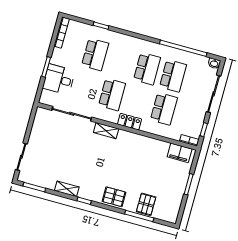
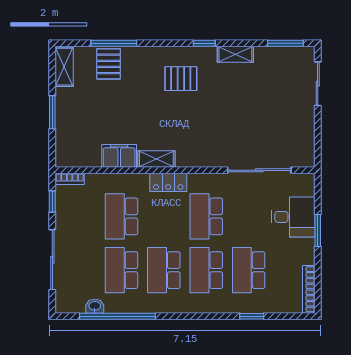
school desk: (121, 62) -> (206, 270), added
washbasin: (214, 63) -> (95, 306), moved
shelving: (106, 131) -> (156, 159), moved
filing cabinet: (180, 153) -> (119, 156), moved
pallet: (114, 197) -> (181, 79), moved
shelving: (174, 210) -> (64, 67), added

